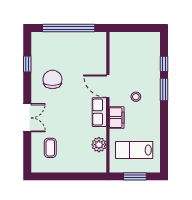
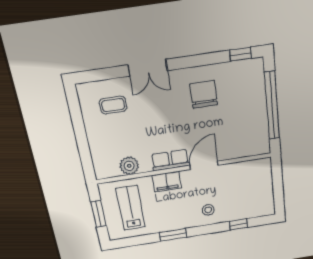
window: (27, 64) -> (240, 54), moved
chair: (52, 79) -> (204, 94), turned -90
window: (164, 90) -> (173, 235), moved
stool: (136, 97) -> (208, 210), moved

